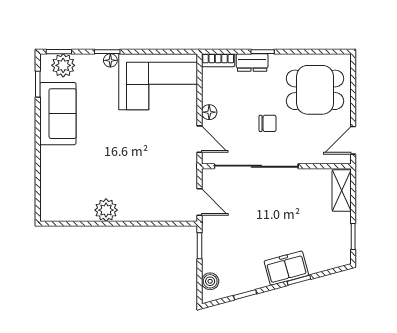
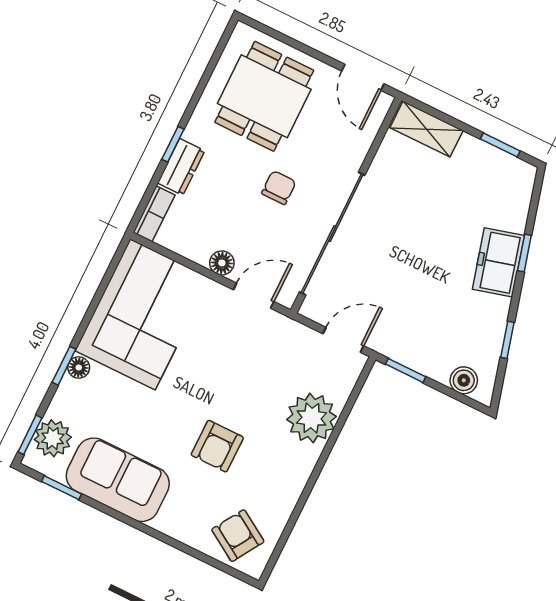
armchair: (104, 160) -> (217, 446), added
armchair: (60, 197) -> (238, 536), added
plant: (106, 210) -> (312, 418), moved, width x1.36, depth x1.36

